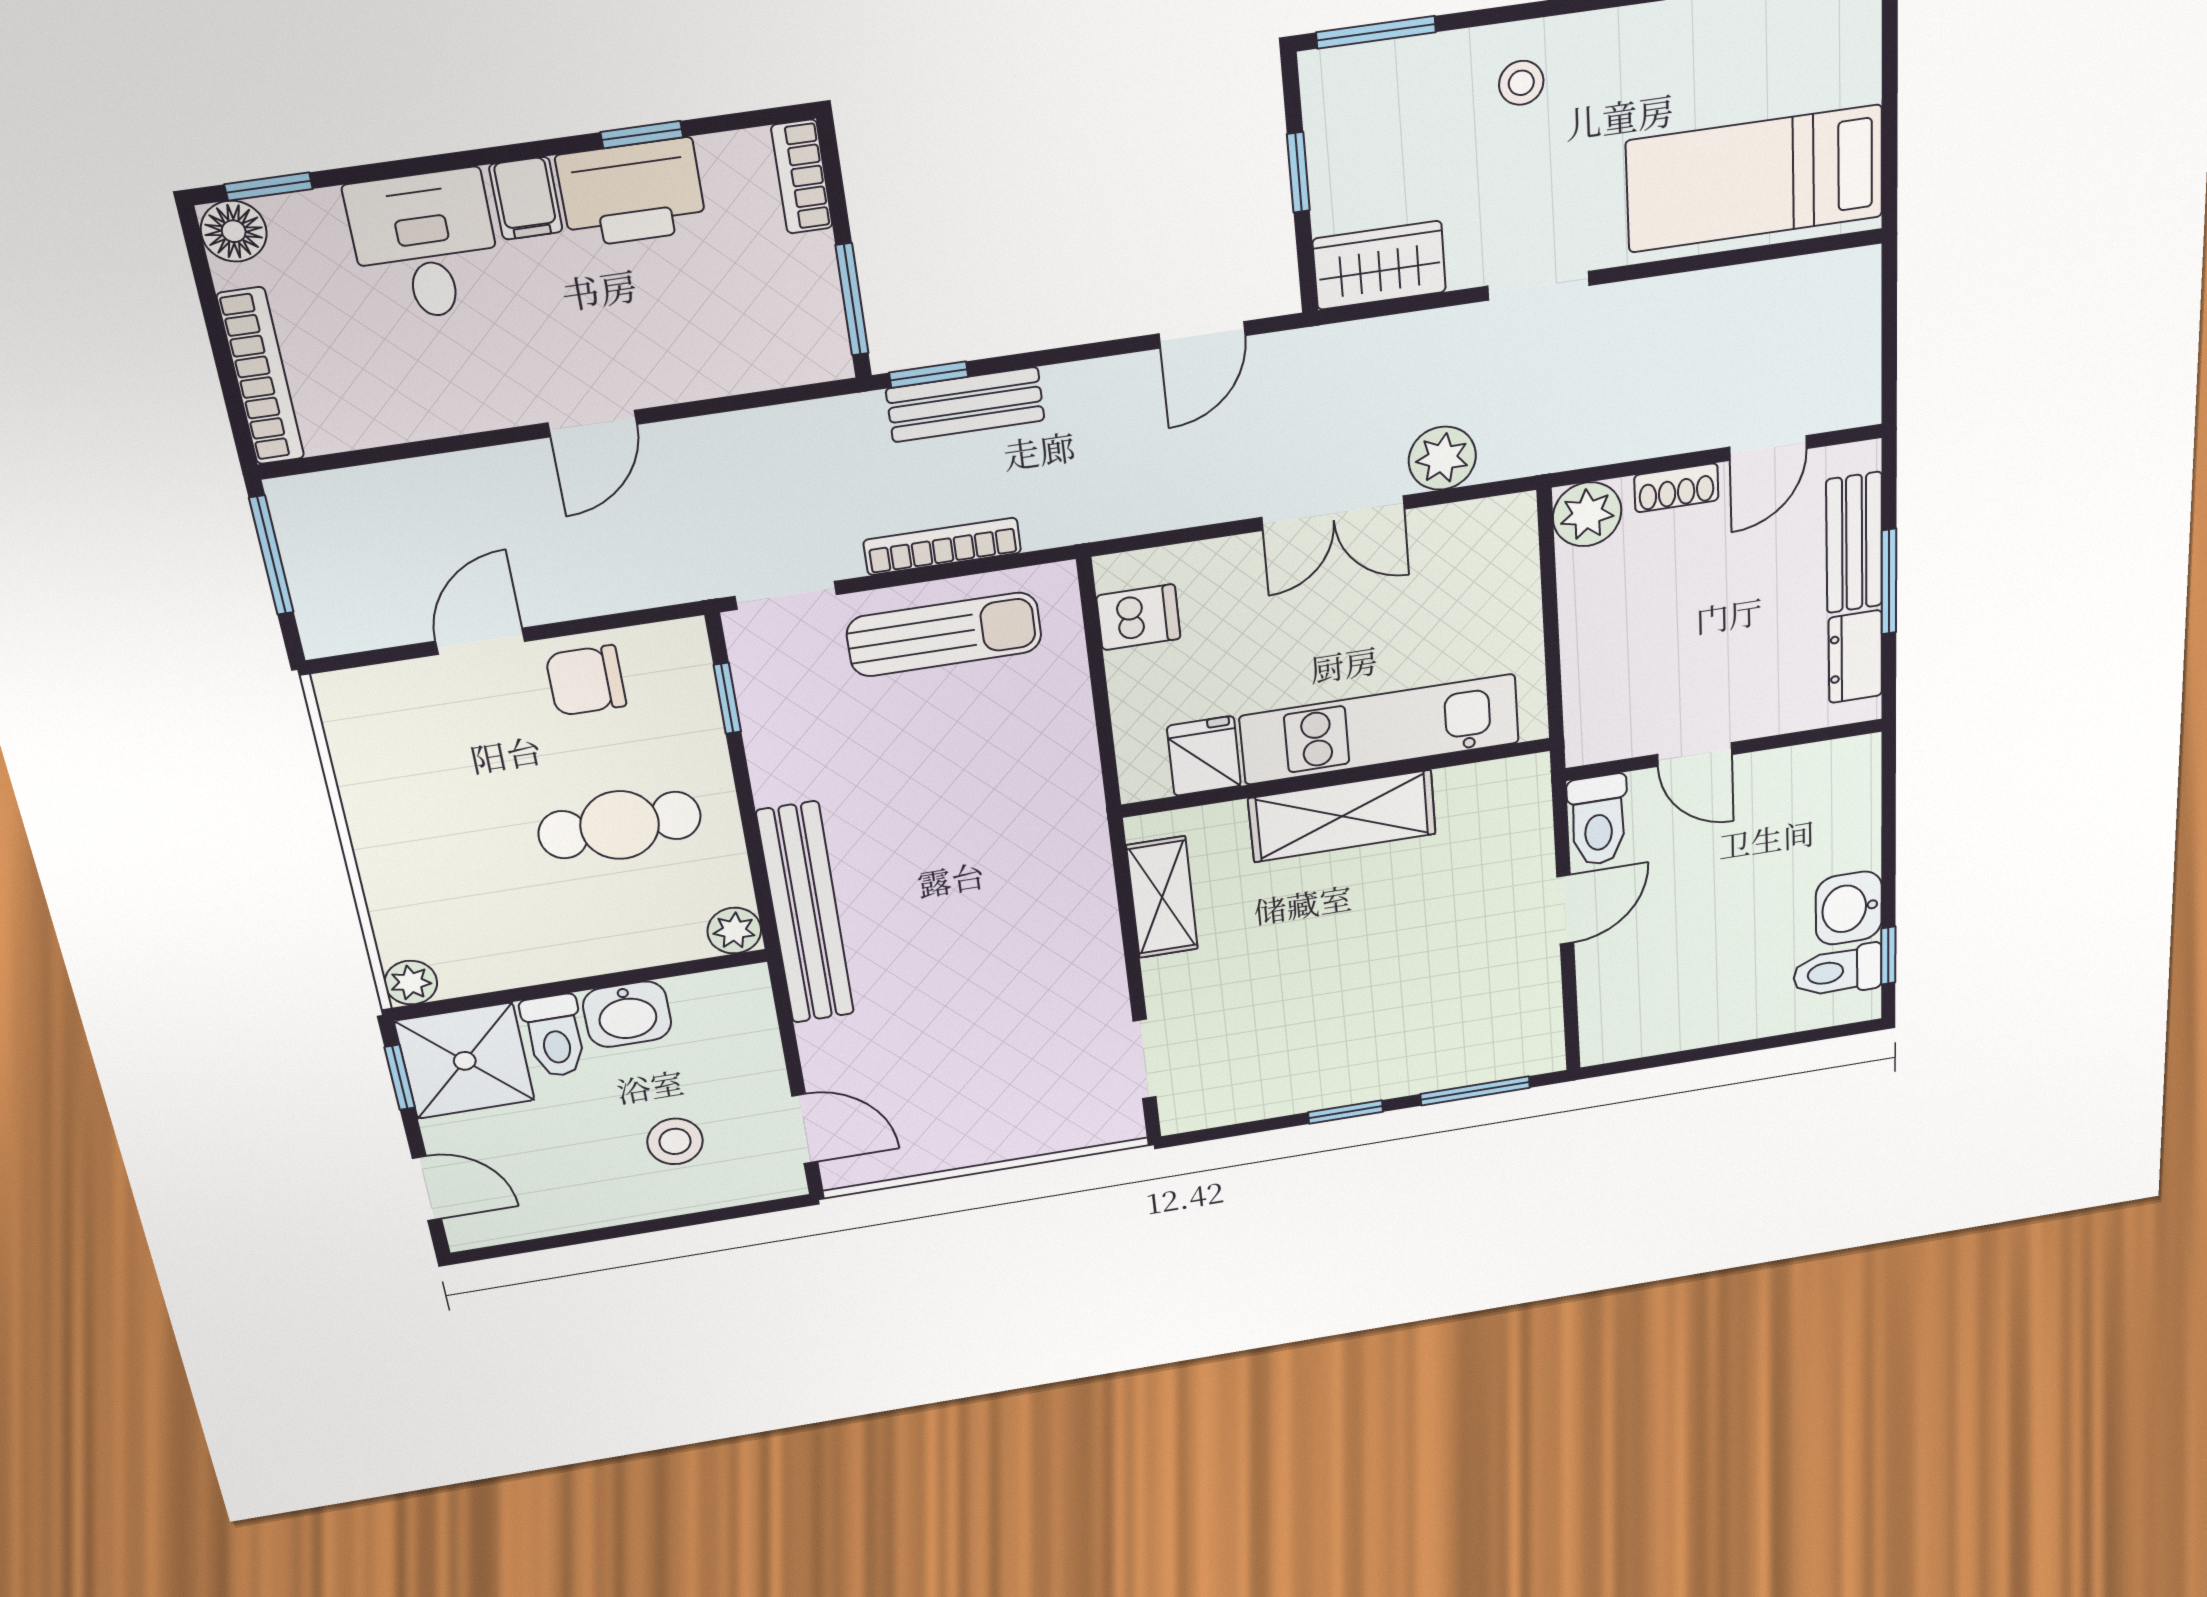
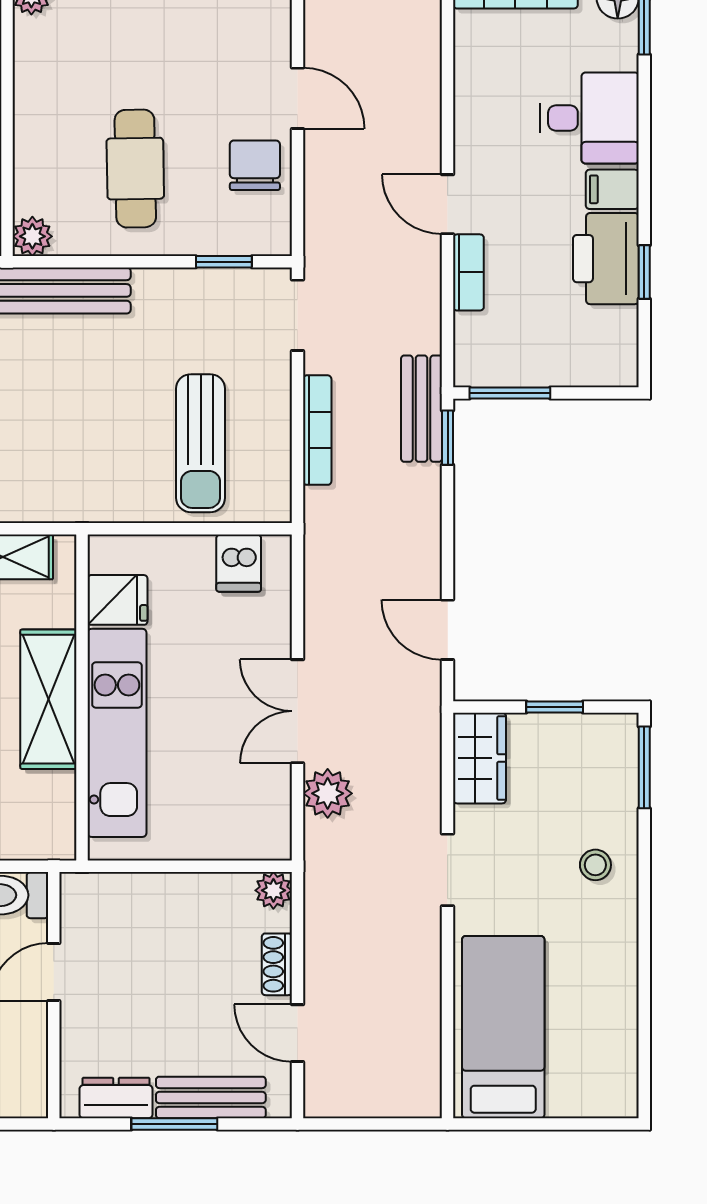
bookcase: (802, 177) -> (468, 272), moved, turned 90
bench: (965, 405) -> (422, 409), moved
plant: (1587, 514) -> (273, 890), width x0.73, depth x0.73
sun lounger: (944, 634) -> (201, 443), moved

